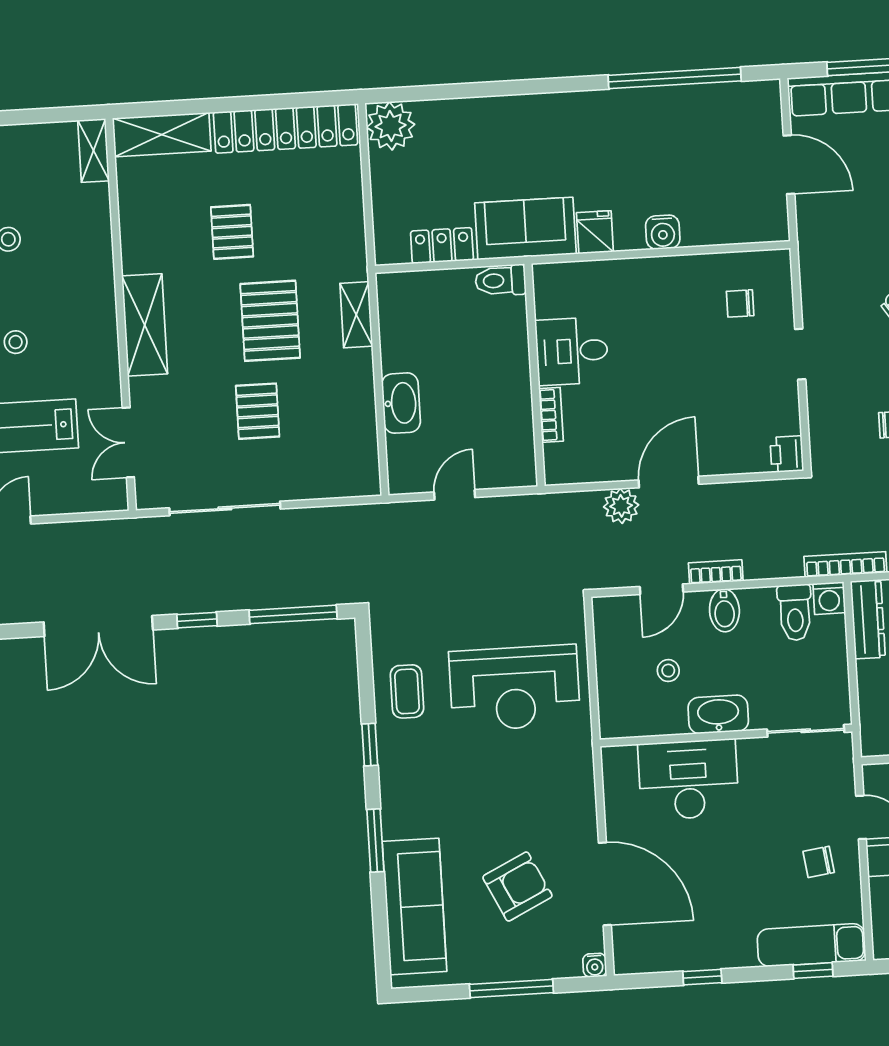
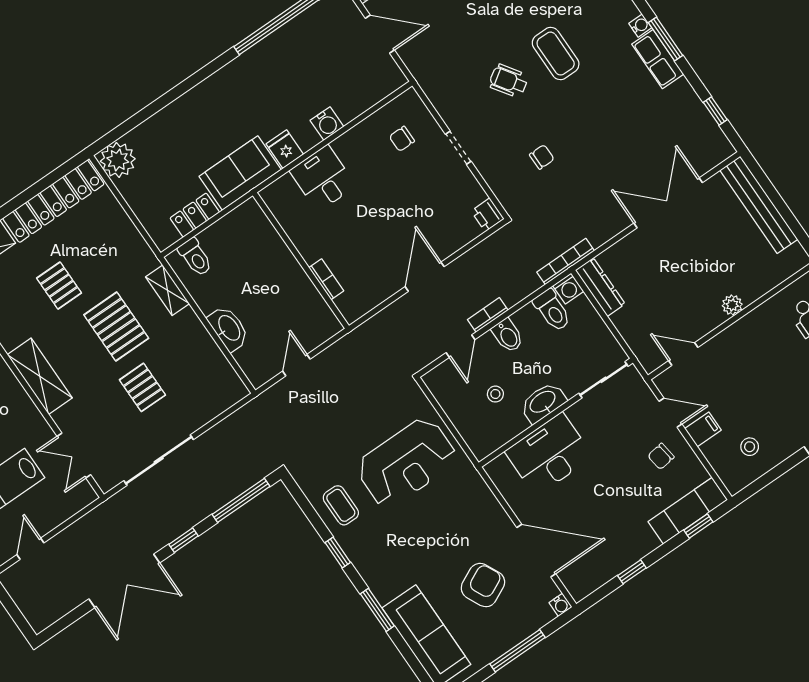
toilet: (501, 280) -> (195, 257), moved, turned -90
desk: (572, 351) -> (323, 178), moved, turned 90
plant: (621, 506) -> (404, 309), removed

